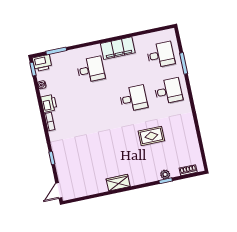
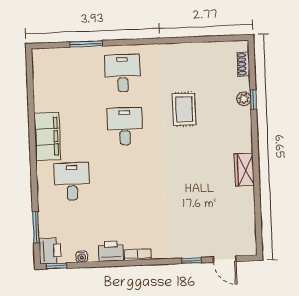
desk: (161, 55) -> (68, 75), removed
door: (59, 191) -> (225, 259), moved

